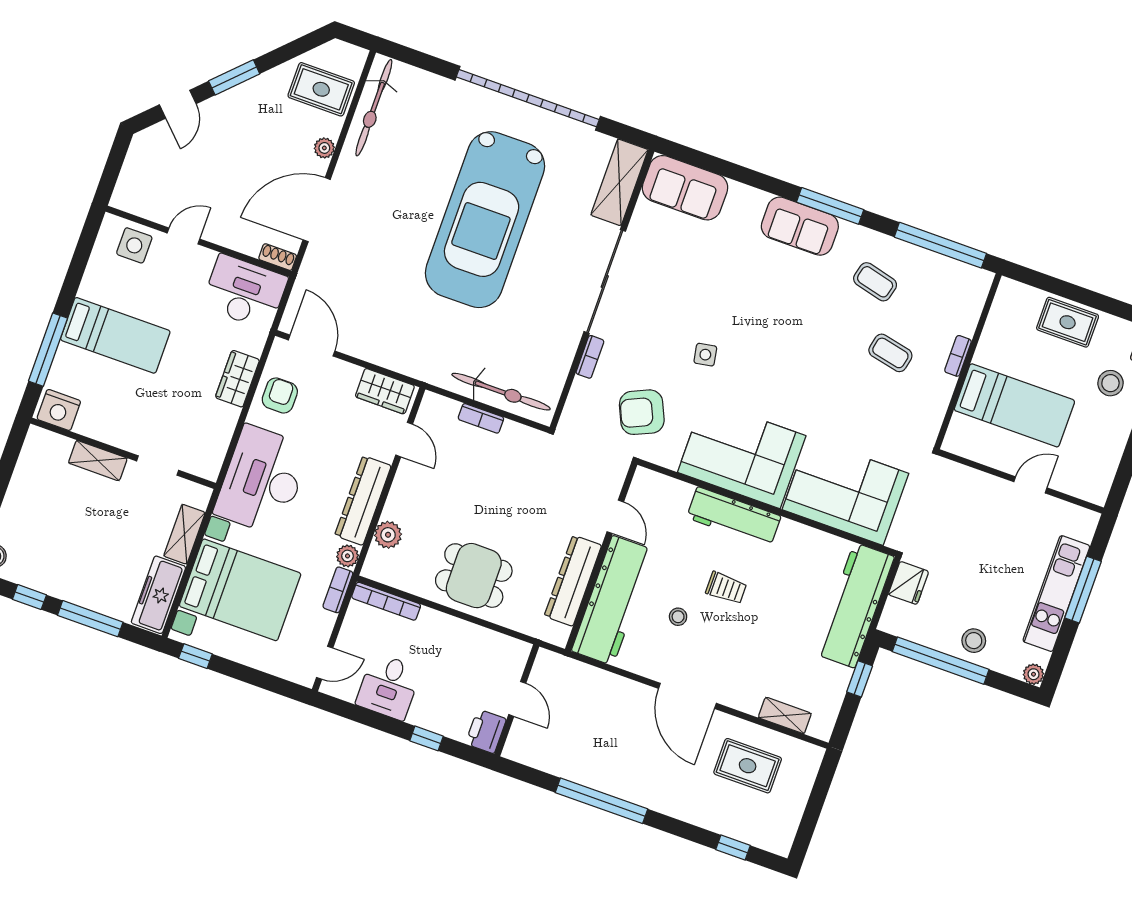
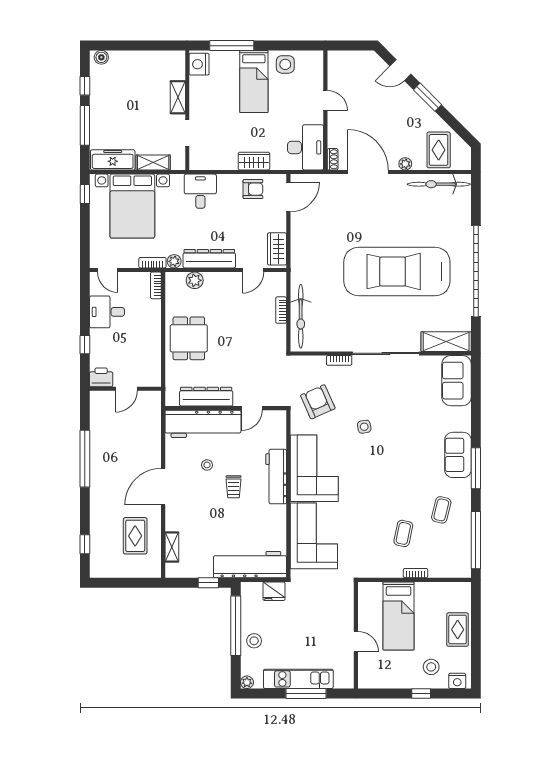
side table: (134, 245) -> (285, 64), moved
desk: (262, 480) -> (200, 191), width x0.53, depth x0.77
bookcase: (386, 601) -> (156, 285), width x0.64

